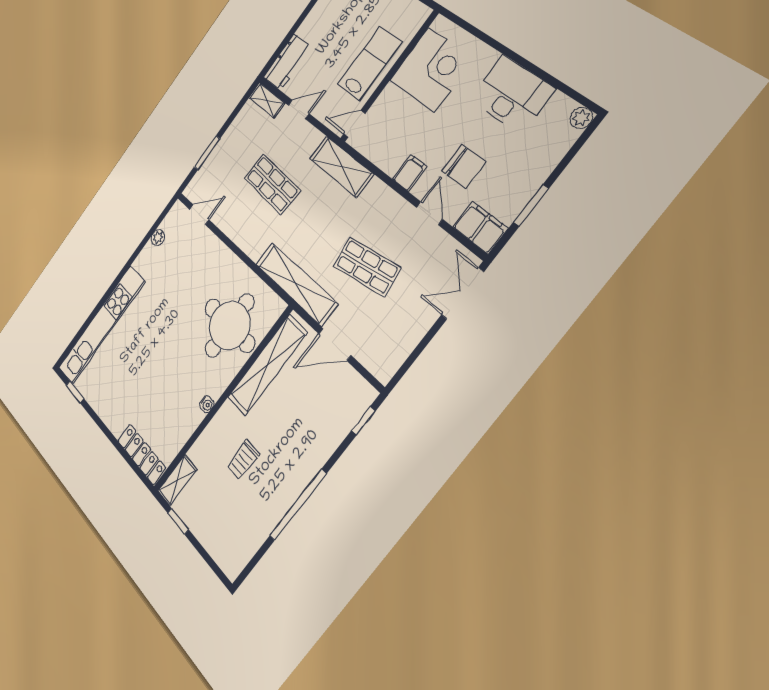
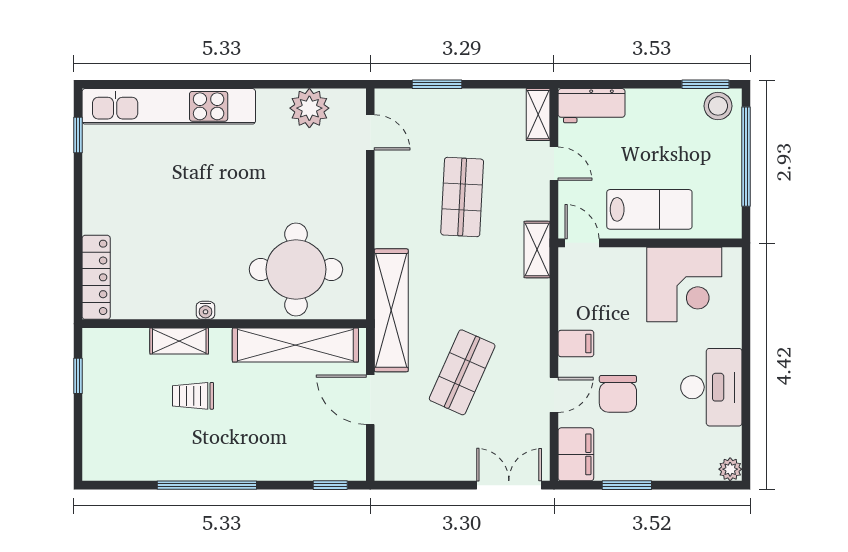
shelving: (341, 166) -> (537, 250), width x0.67, depth x0.75
plant: (158, 238) -> (309, 108), width x1.88, depth x1.88
shop shelf: (367, 267) -> (462, 372), turned 33
shelving: (177, 480) -> (179, 341), moved

